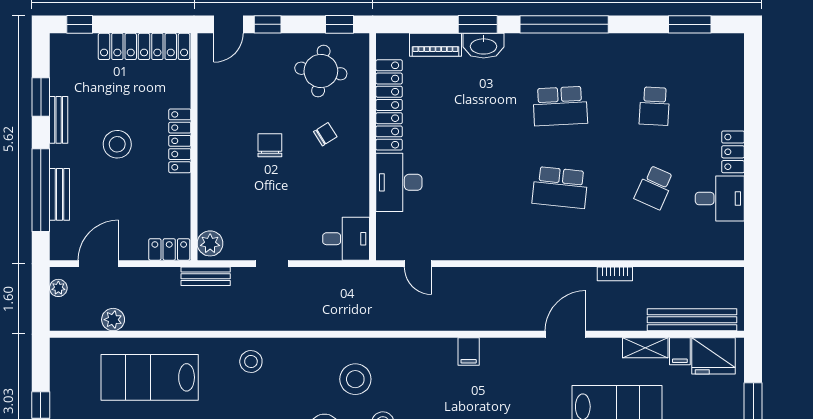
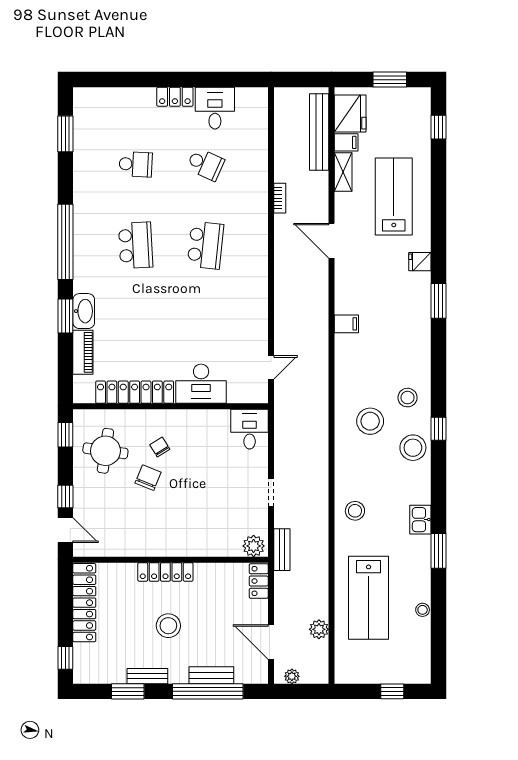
chair: (270, 145) -> (148, 478), moved, turned 112

